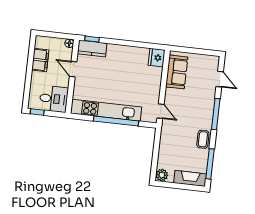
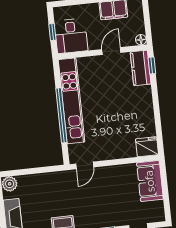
sofa: (177, 72) -> (150, 181), moved, turned 90
window: (37, 112) -> (52, 32), moved

